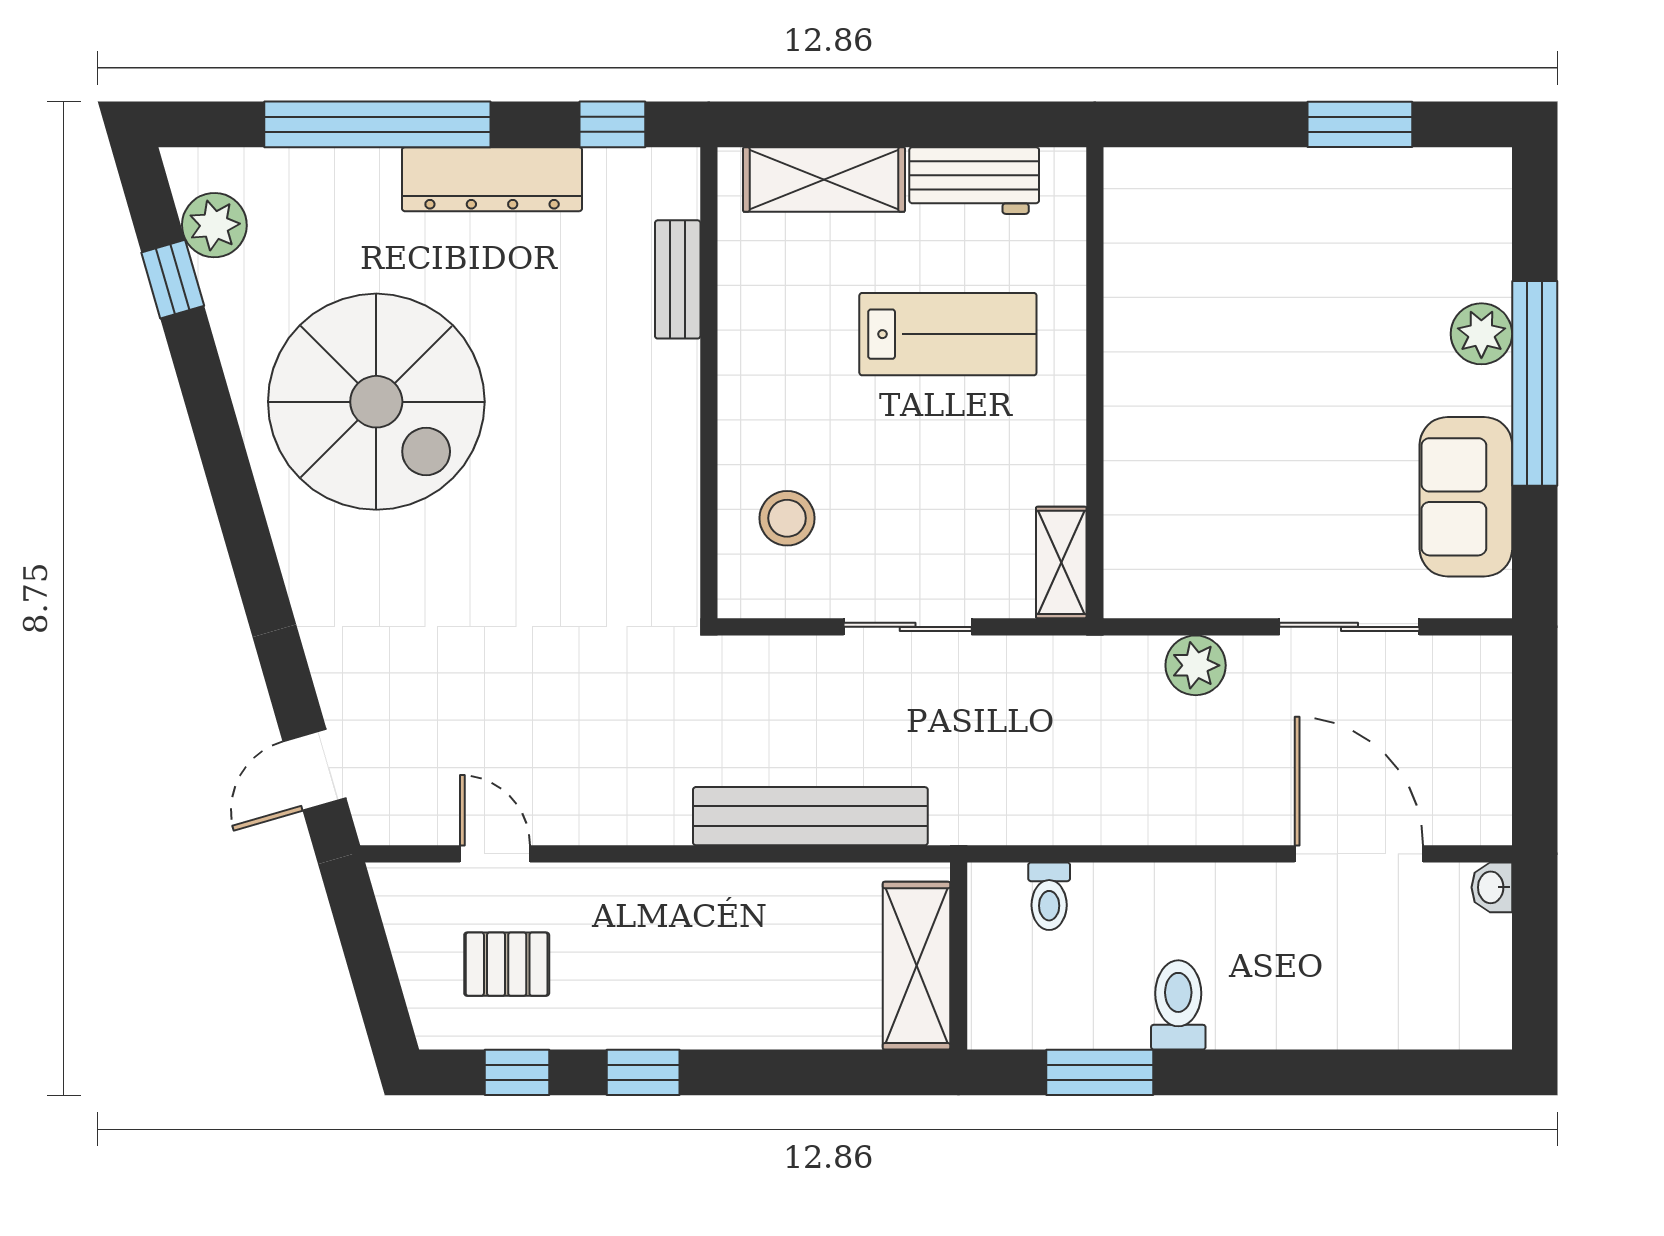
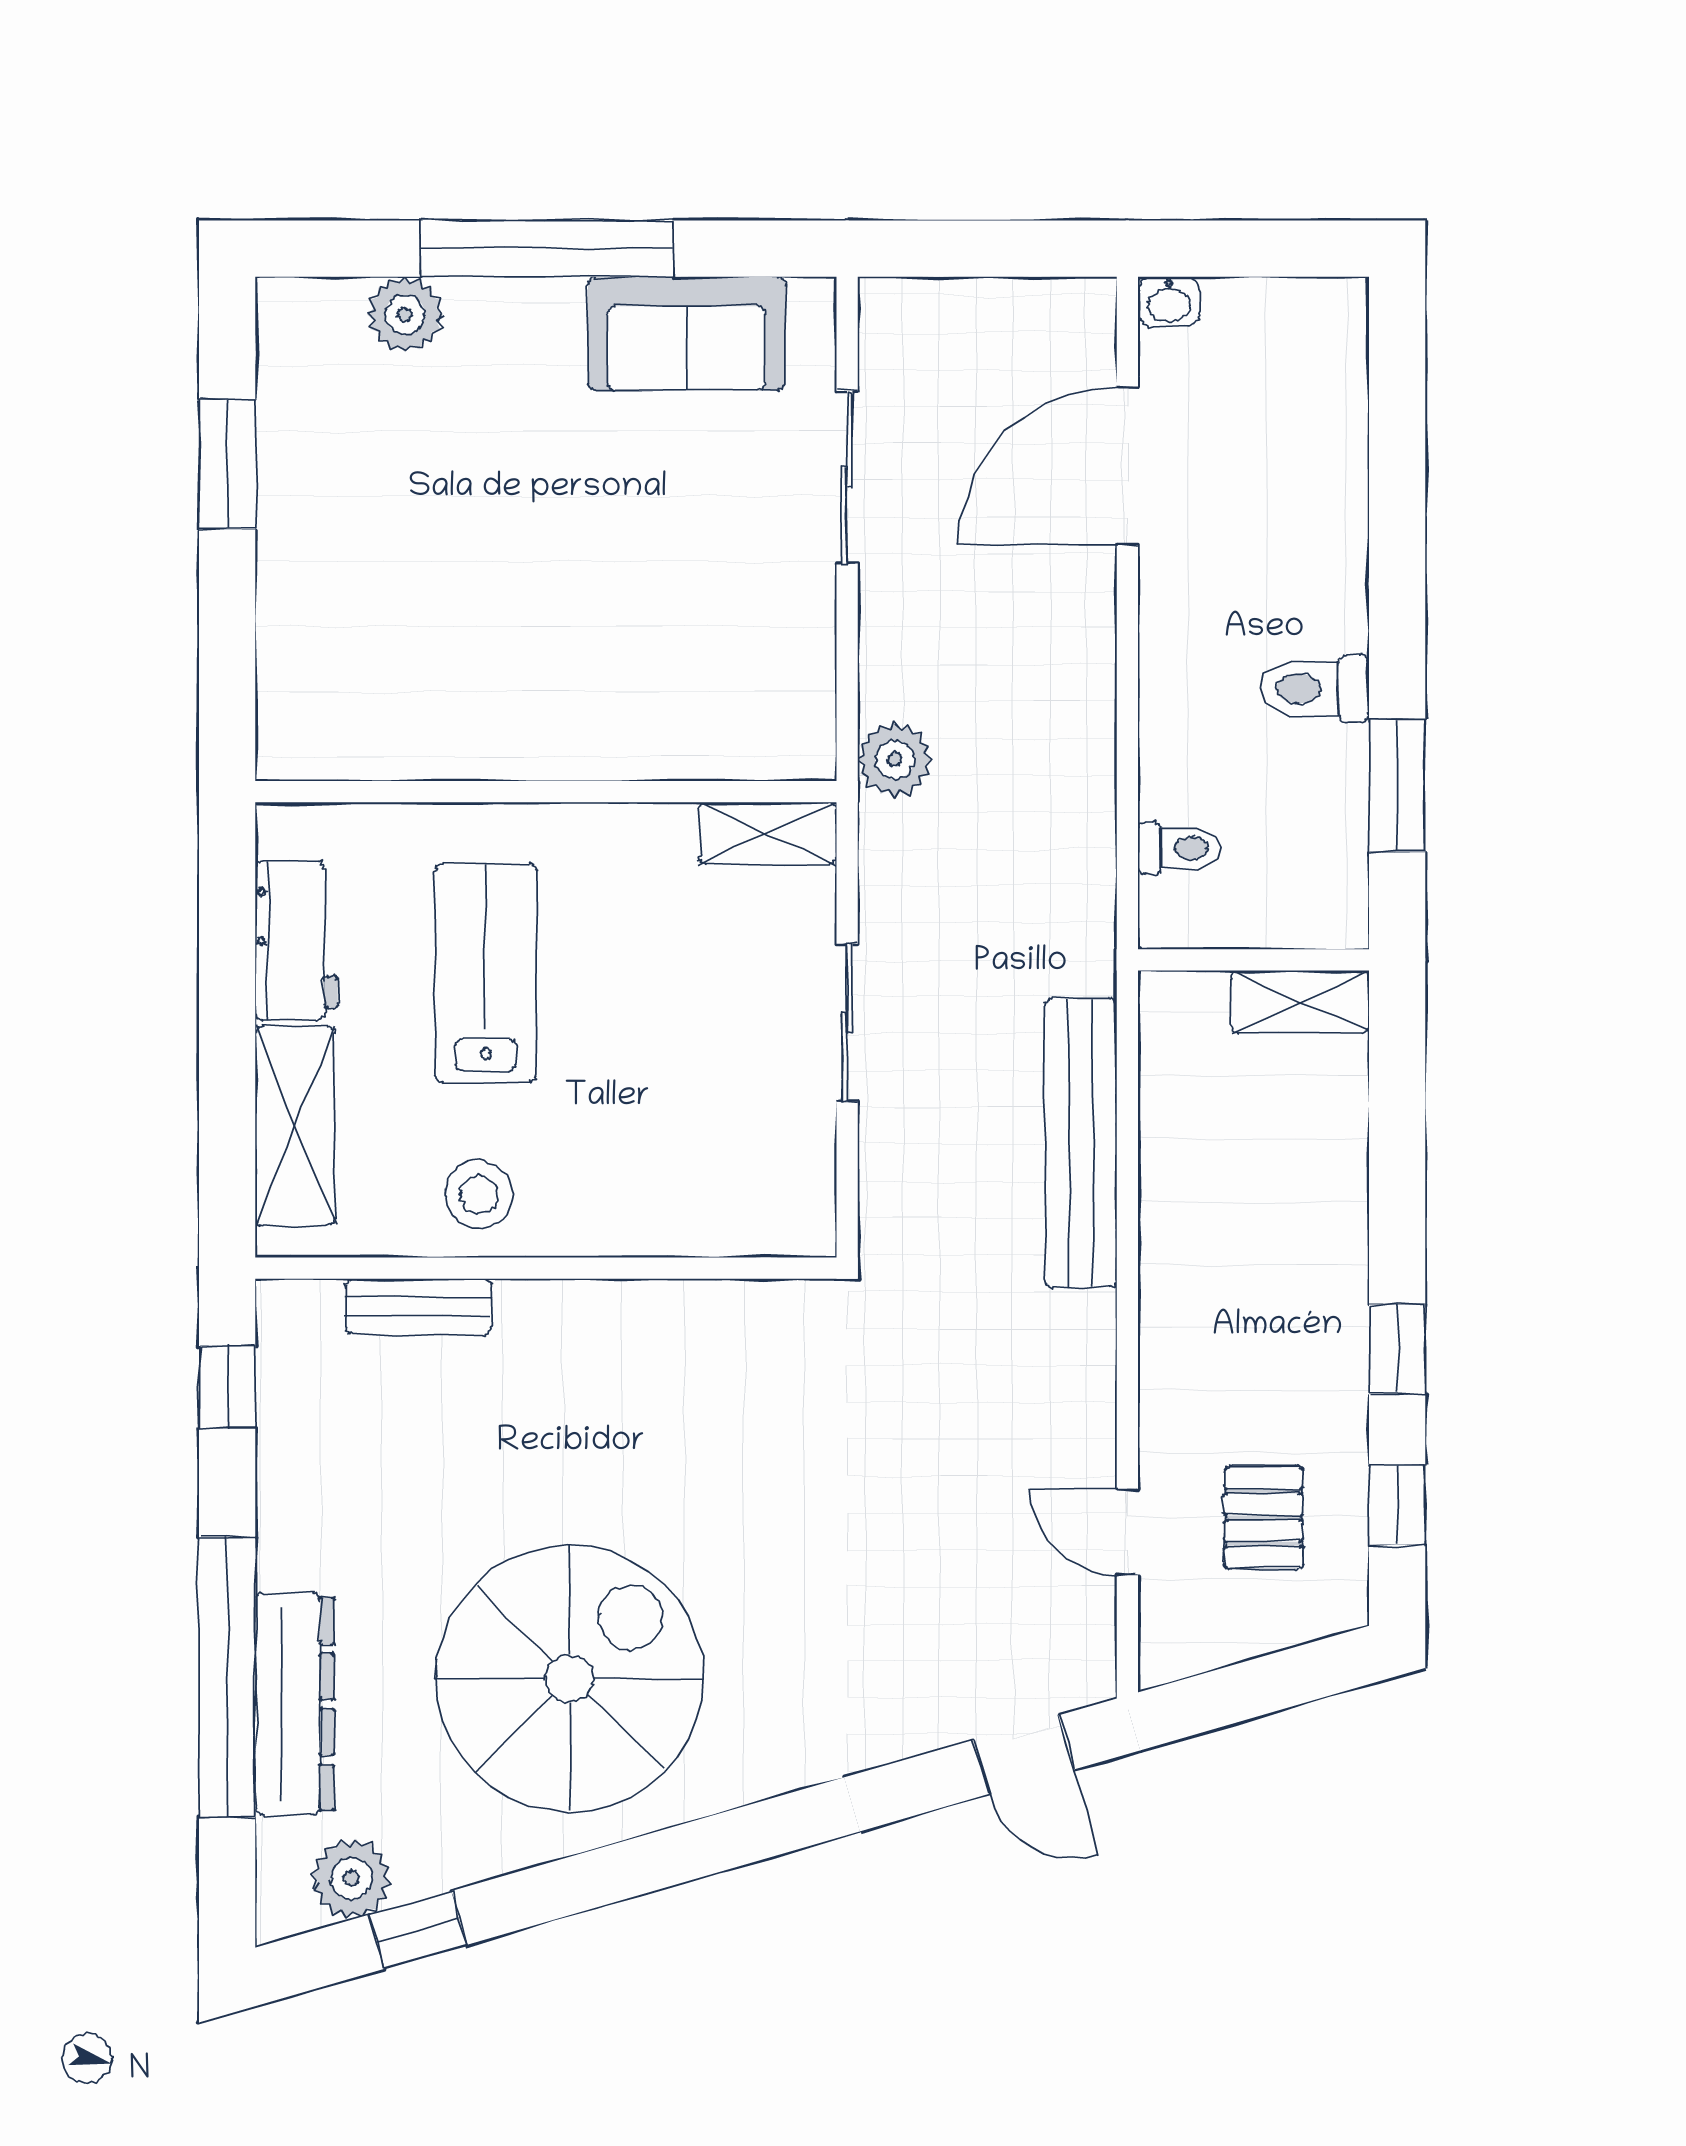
dresser: (492, 179) -> (295, 1704), moved
plant: (1481, 334) -> (405, 314), moved
stool: (787, 518) -> (479, 1195), moved
plant: (1196, 665) -> (895, 760), moved
door: (495, 854) -> (1127, 1532), hinge flipped
shelving: (916, 966) -> (1300, 1001), width x0.67, depth x0.75

